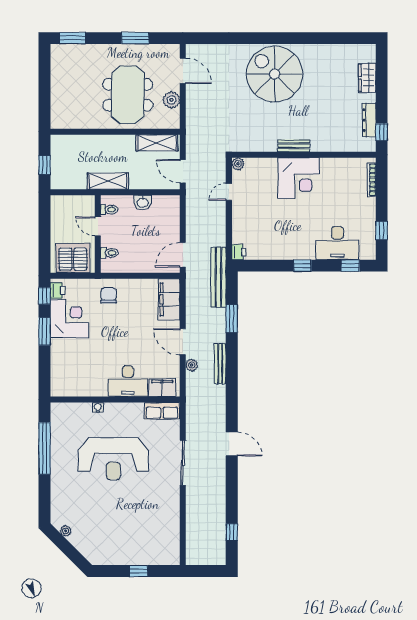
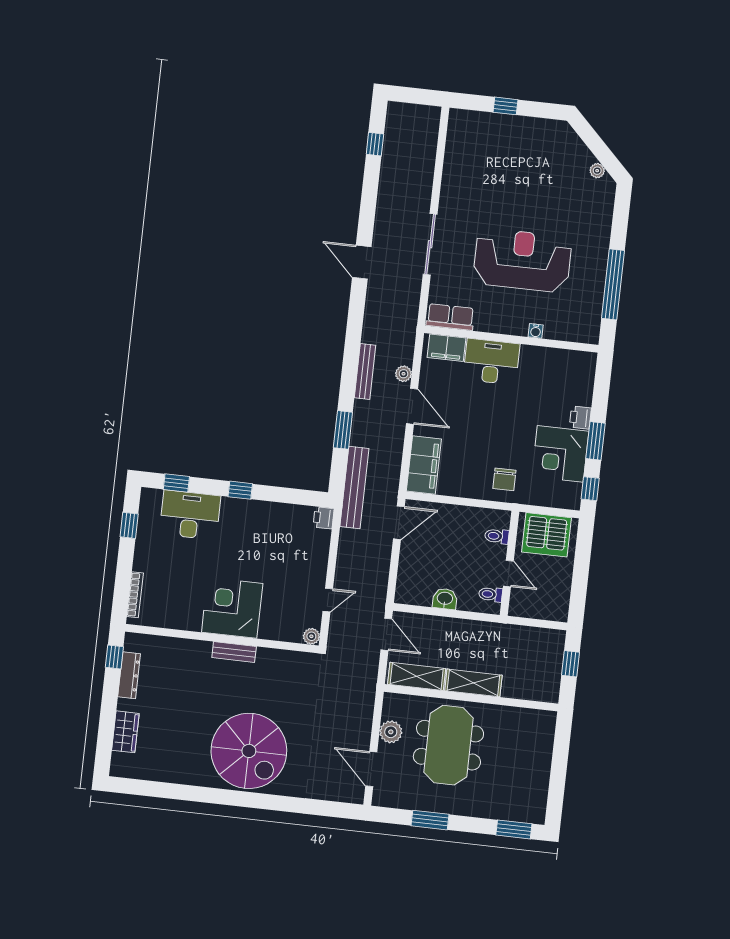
shelving: (108, 181) -> (473, 683), moved
printer: (58, 291) -> (580, 418), moved

